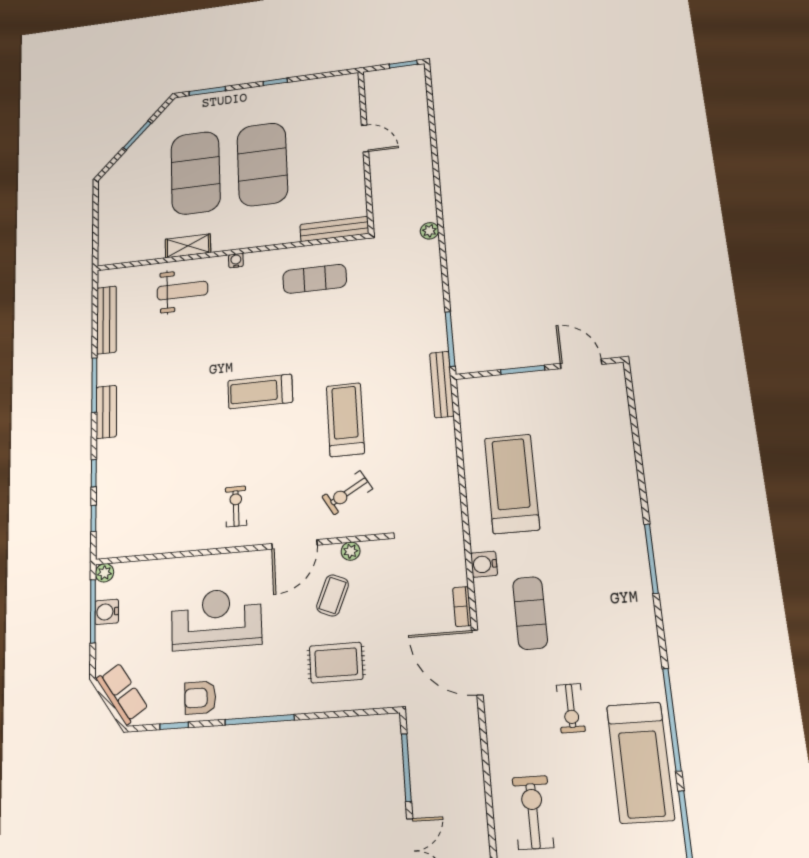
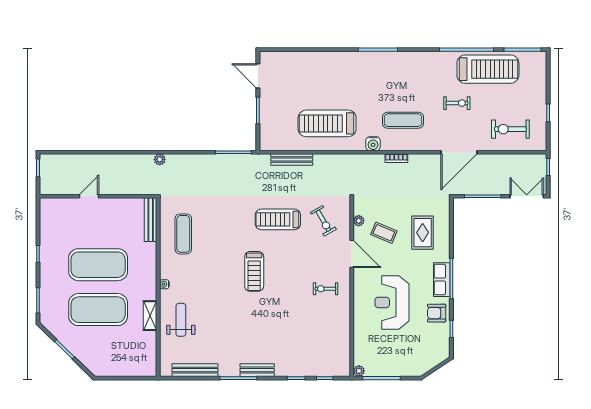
door: (581, 364) -> (258, 76), hinge flipped
bench: (442, 384) -> (292, 160), moved
water cooler: (107, 612) -> (383, 369), removed
door: (477, 662) -> (459, 152), moved
row of seats: (122, 693) -> (442, 280), moved, turned -57
armchair: (200, 698) -> (437, 313), turned 90

